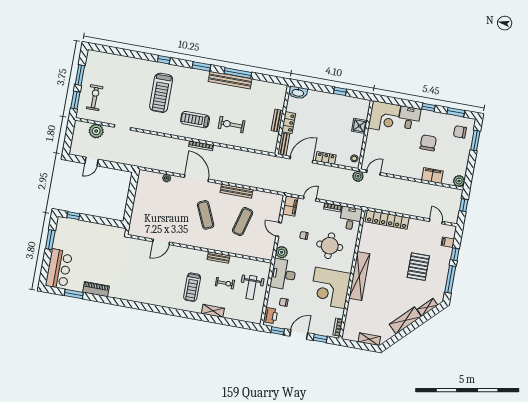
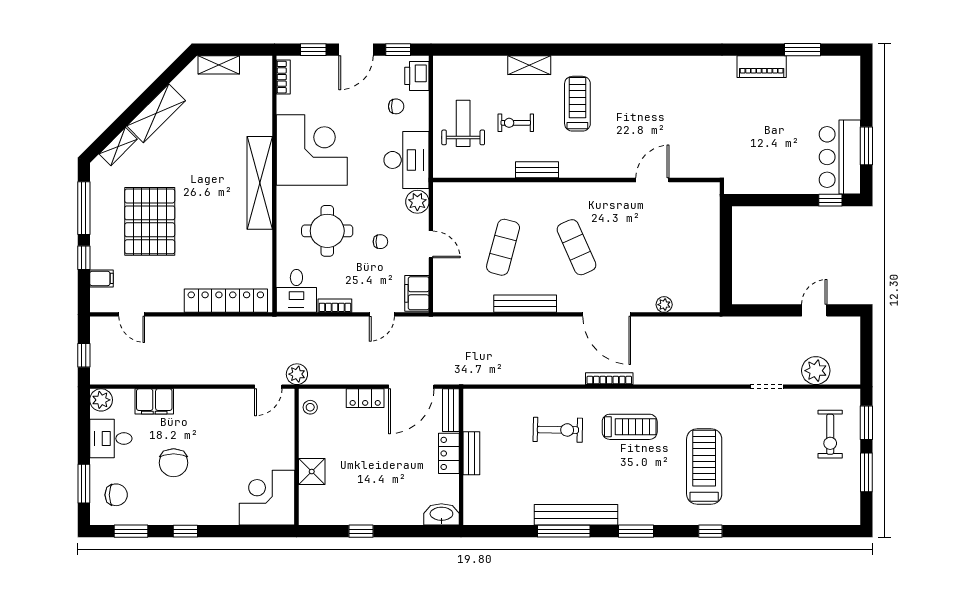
desk: (409, 118) -> (111, 438), moved, turned 90
pallet: (418, 267) -> (150, 221), width x1.37, depth x1.41
bar counter: (59, 269) -> (840, 157), moved

